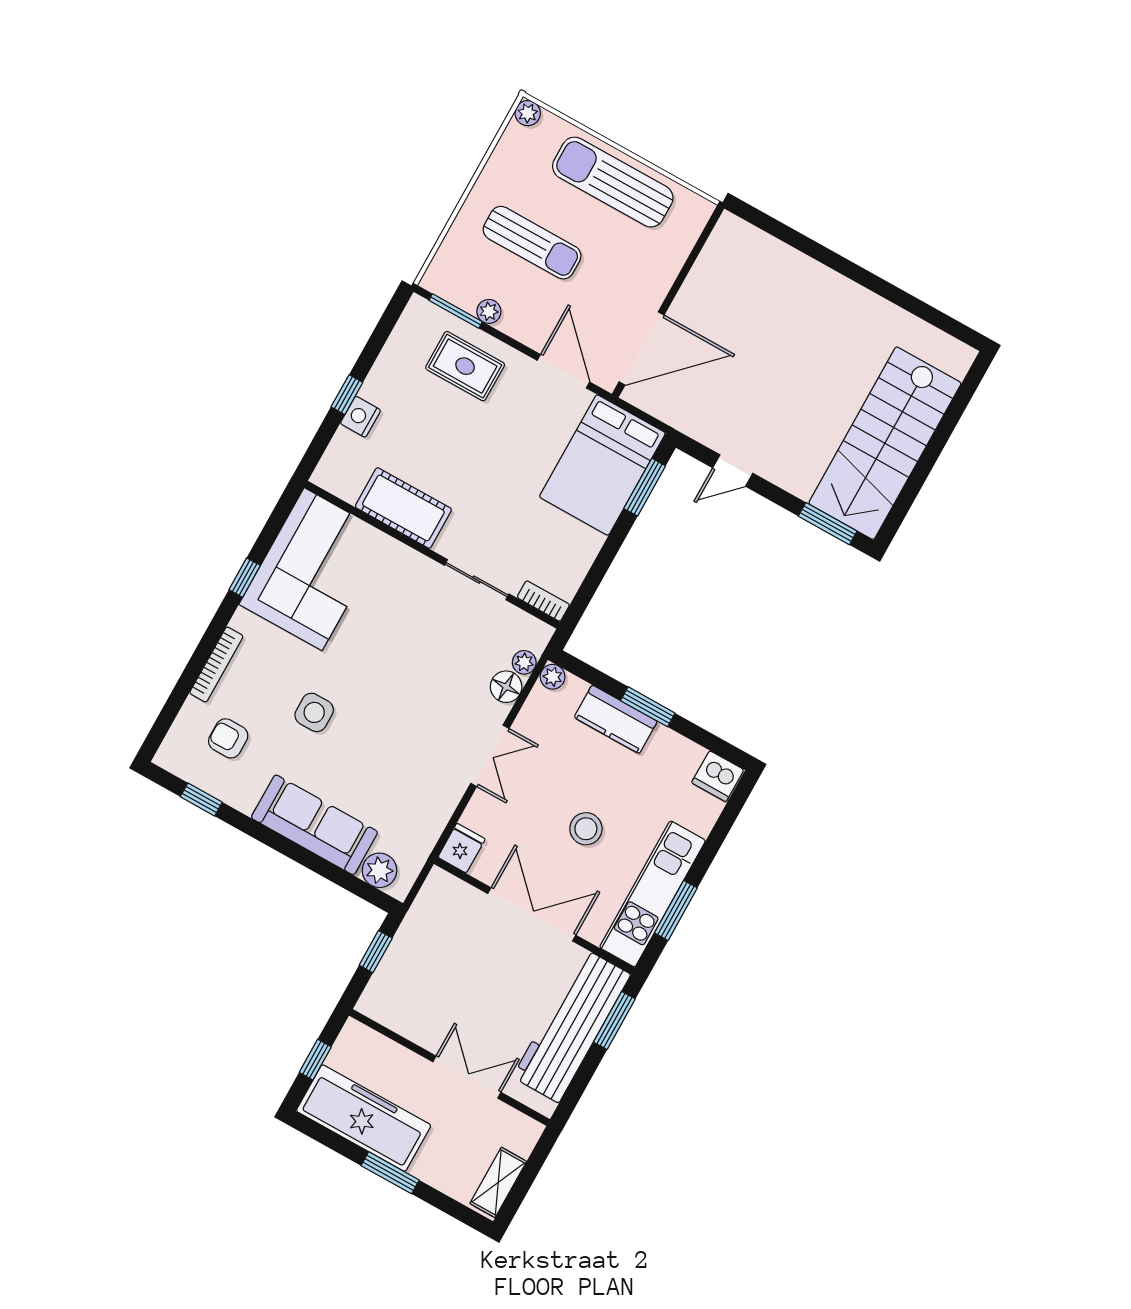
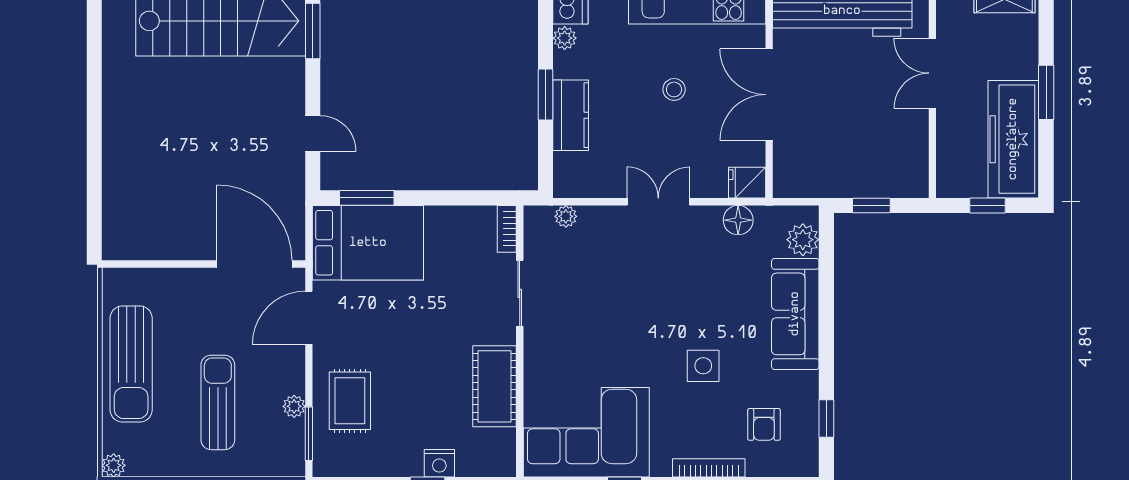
plant: (553, 677) -> (565, 38), moved
floor lamp: (506, 687) -> (738, 220), moved
stool: (586, 829) -> (674, 89), width x0.73, depth x0.73

